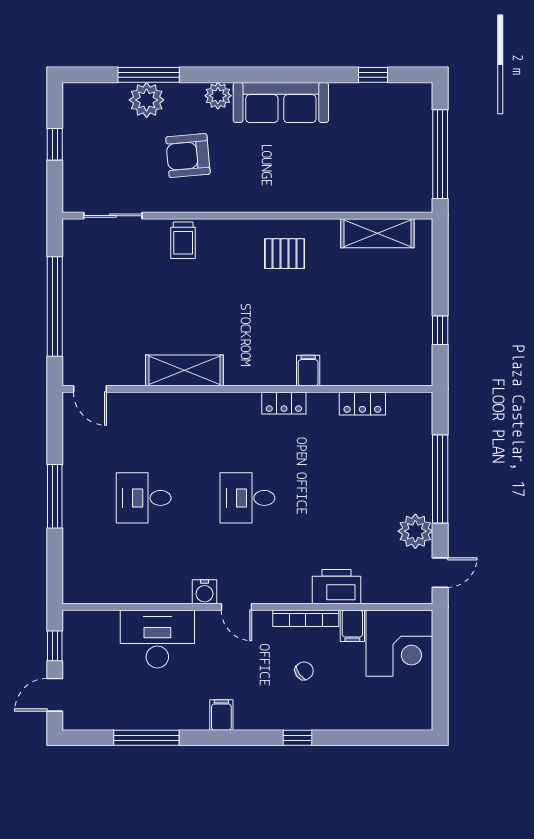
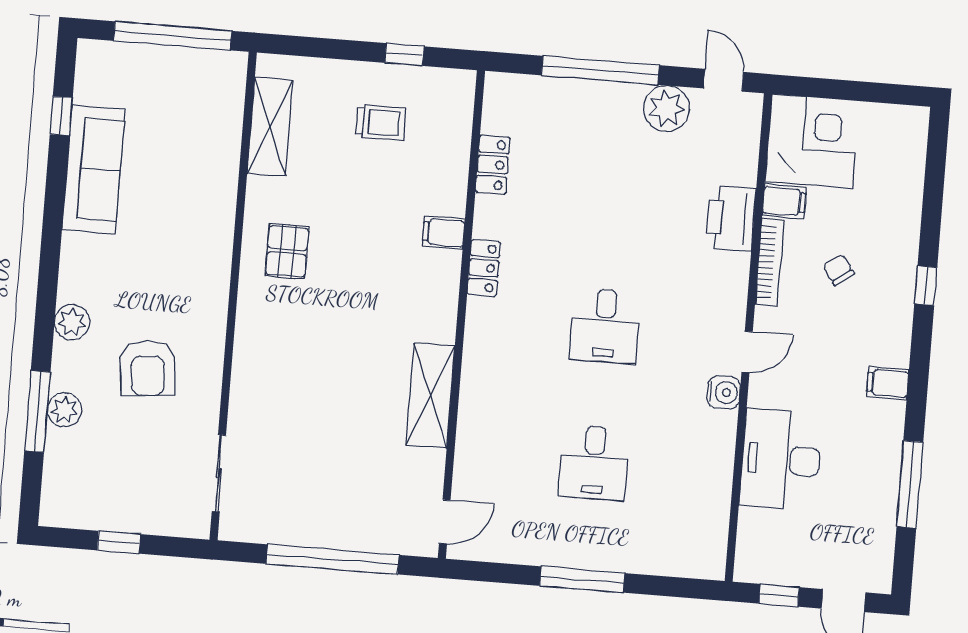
plant: (147, 100) -> (65, 410), width x0.73, depth x0.73
sofa: (281, 103) -> (94, 169), moved
trolley: (183, 240) -> (381, 123), moved

